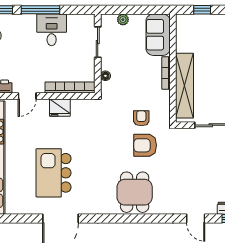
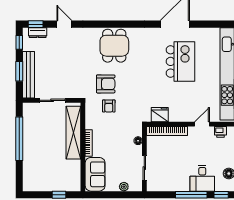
desk: (52, 30) -> (202, 178), moved
fridge: (60, 108) -> (160, 115), moved

